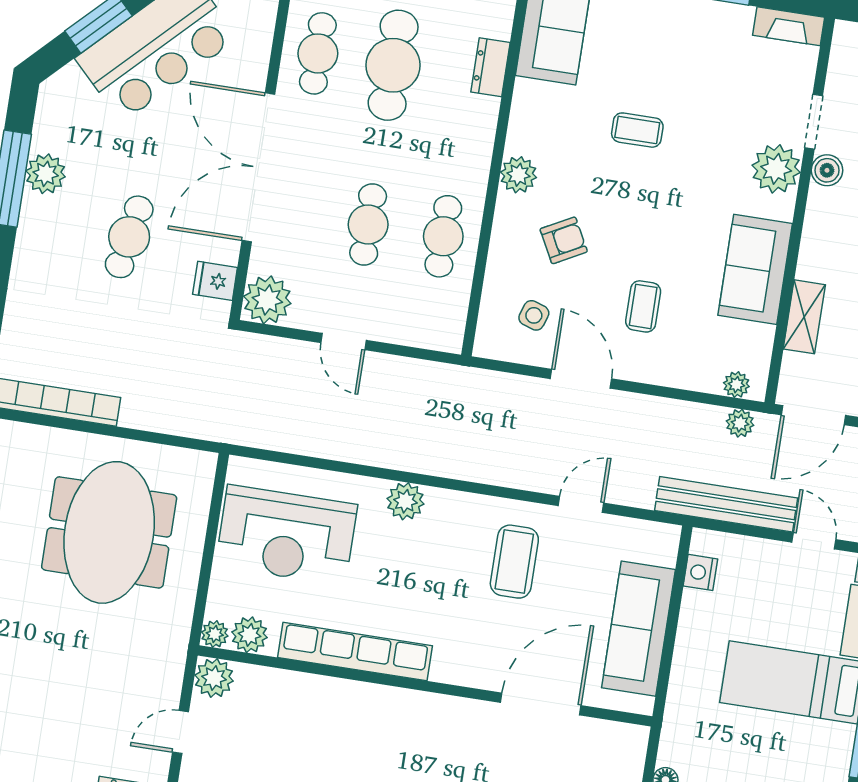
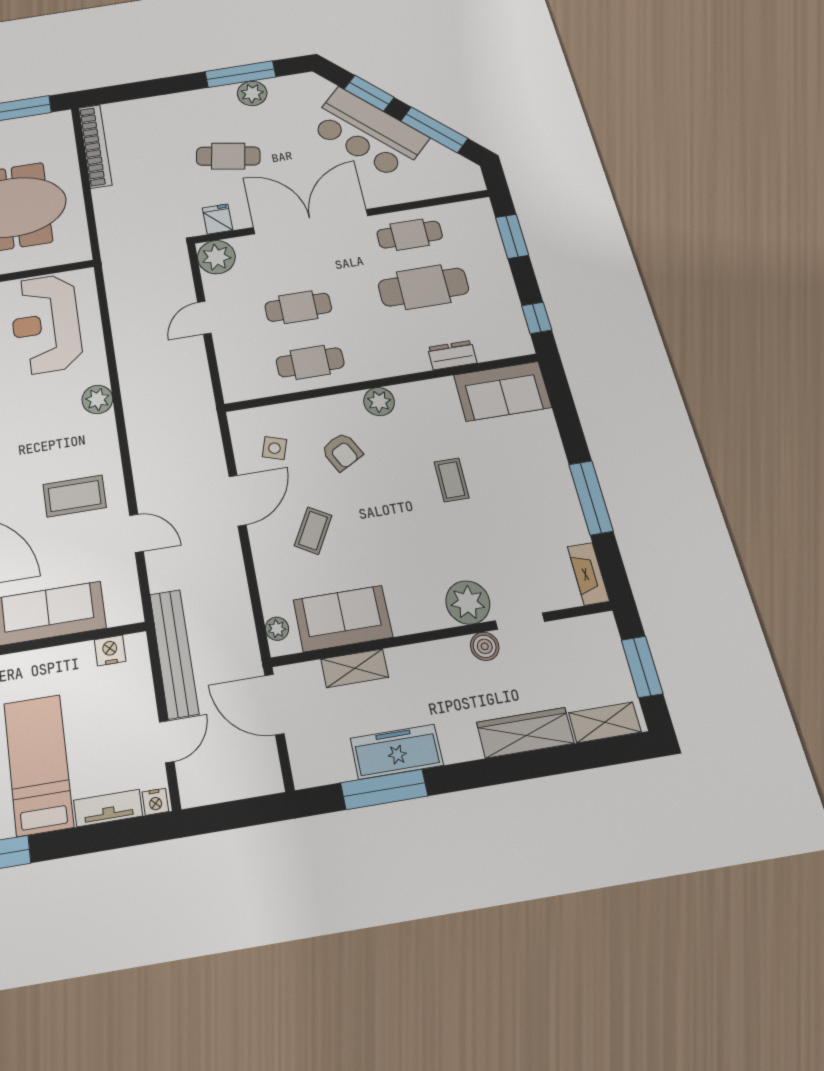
sofa: (755, 269) -> (343, 618), moved
coffee table: (643, 306) -> (313, 531), turned -60
plant: (740, 423) -> (246, 643), removed

